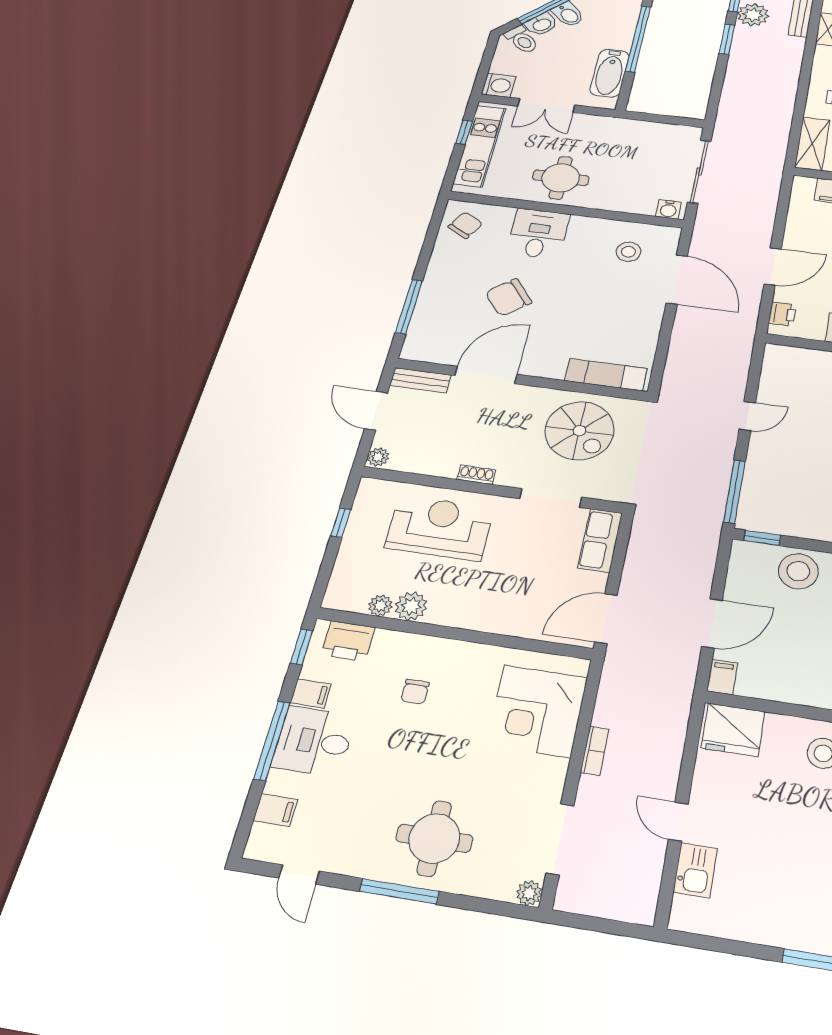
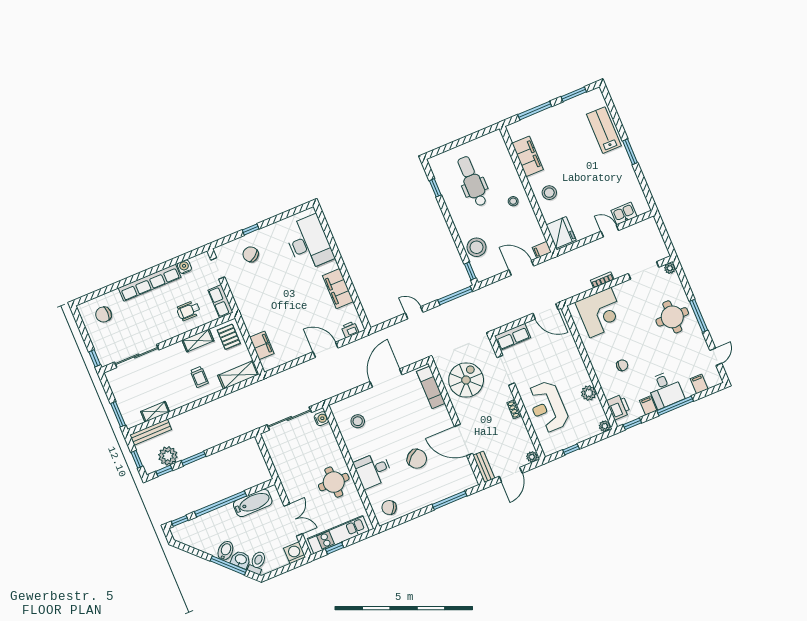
door: (677, 279) -> (386, 378), moved
plant: (380, 606) -> (605, 426), moved
door: (678, 822) -> (610, 231), swing flipped

